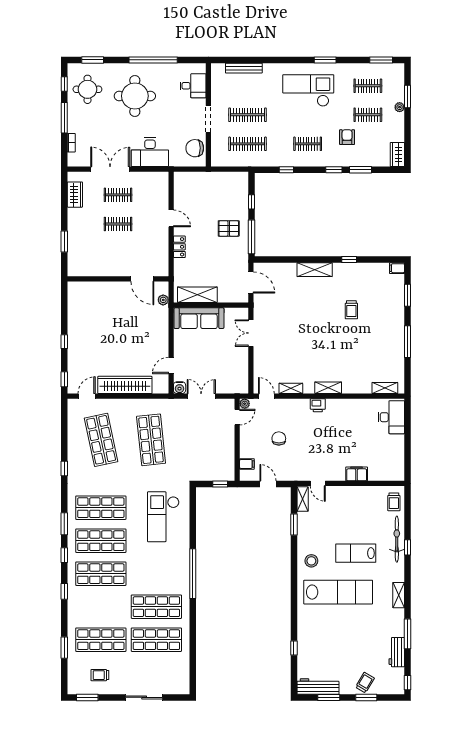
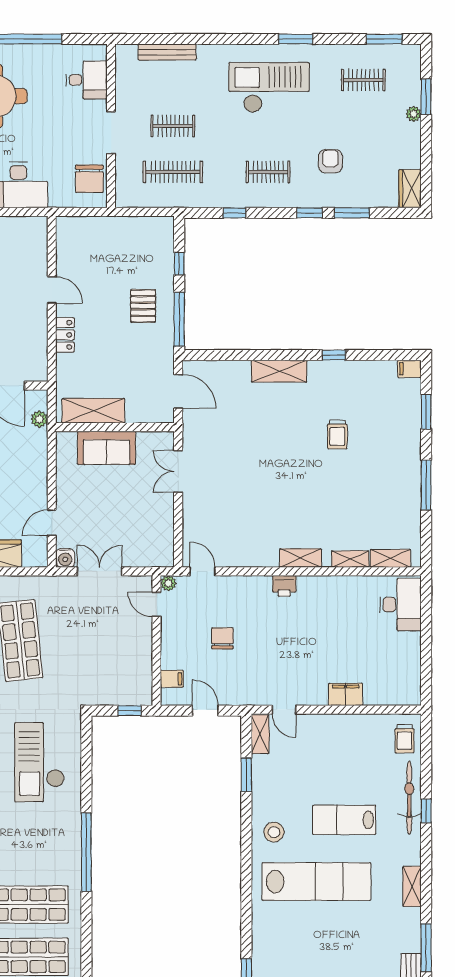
clothes rail: (248, 115) -> (173, 126), width x0.73
clothes rail: (368, 115) -> (363, 126), removed
chair: (195, 148) -> (89, 179), turned -90
pallet: (229, 228) -> (143, 306), turned 90
sofa: (199, 318) -> (106, 448), width x0.73
shelving: (291, 388) -> (350, 559), moved
door: (237, 417) -> (156, 604), swing flipped

